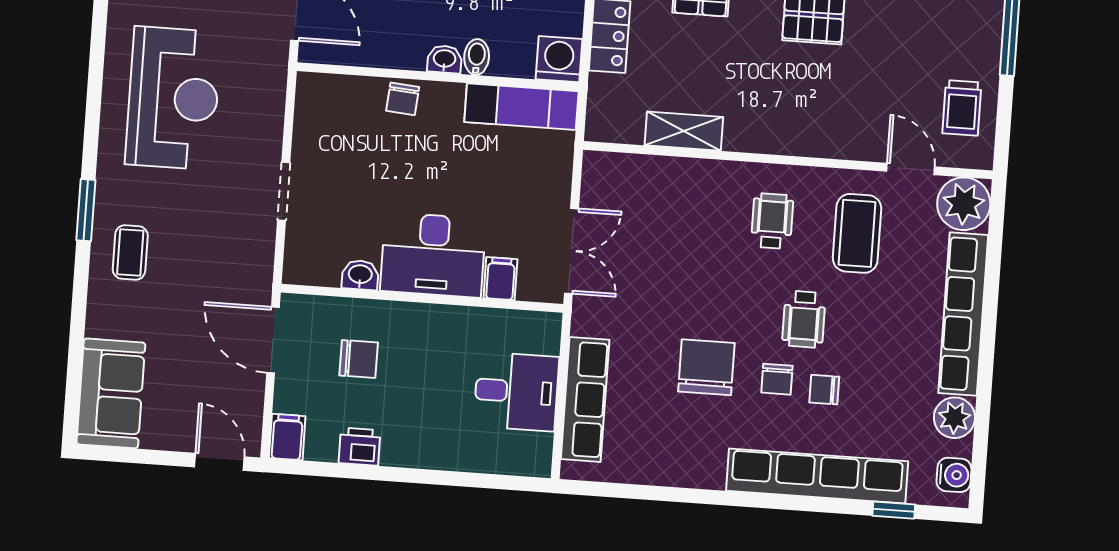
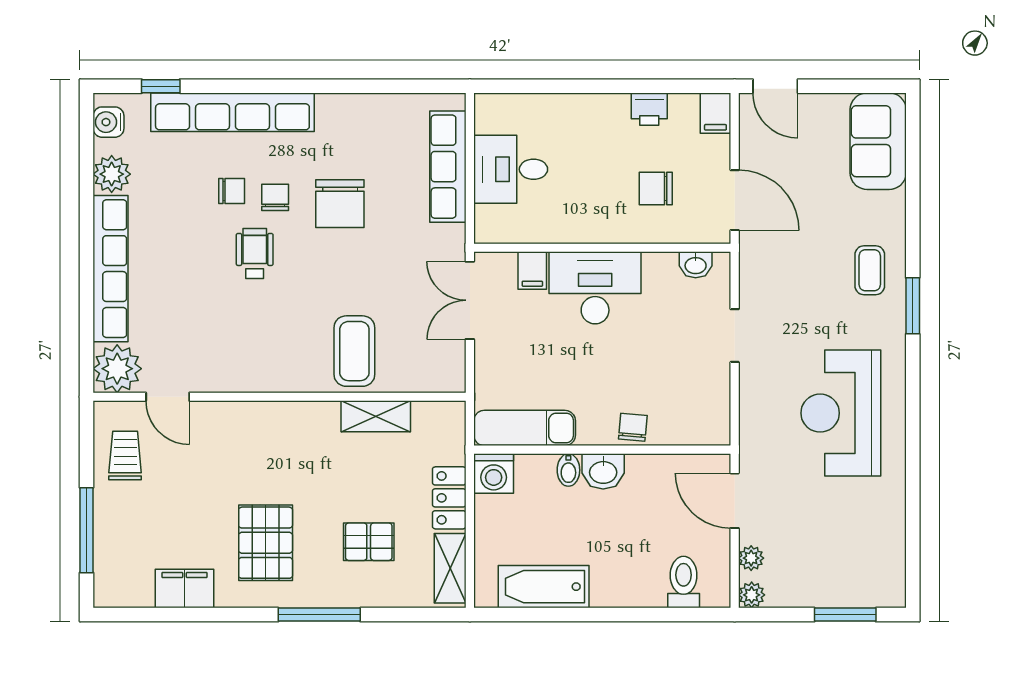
washbasin: (445, 59) -> (603, 471), width x1.38, depth x1.45
wheelchair: (772, 221) -> (290, 341), removed
coffee table: (857, 233) -> (354, 351), moved
washbasin: (360, 275) -> (696, 265), moved

